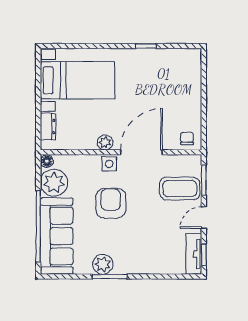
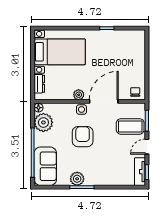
sofa: (57, 236) -> (45, 166), width x0.73

